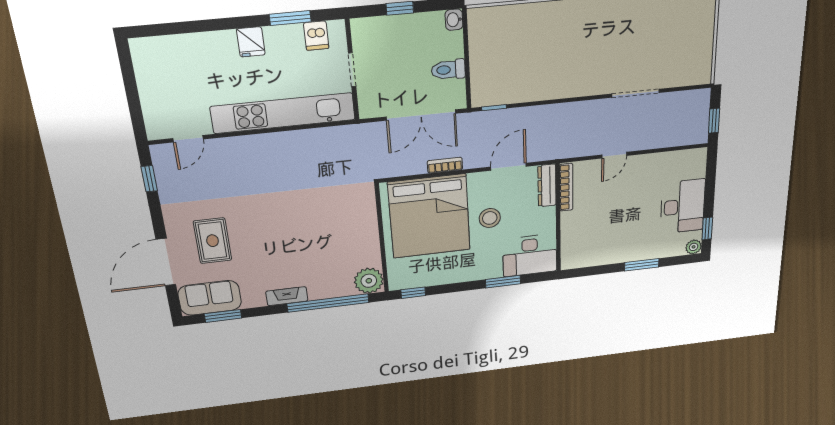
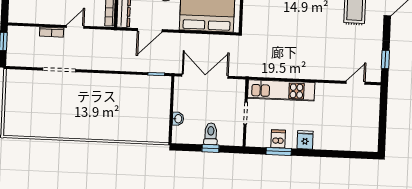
washbasin: (454, 20) -> (178, 119), moved
dishwasher: (316, 36) -> (278, 139), moved
toilet: (448, 70) -> (211, 134), moved, turned -90
kitchen unit: (283, 113) -> (281, 90), width x0.73
bookcase: (445, 165) -> (52, 32), moved

